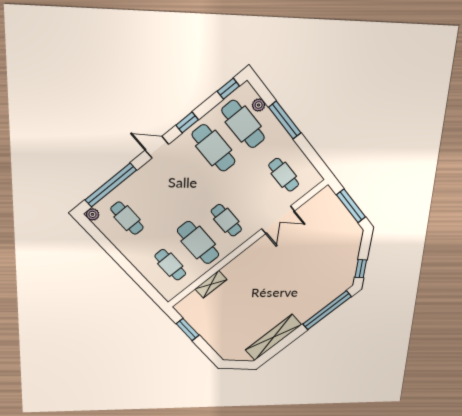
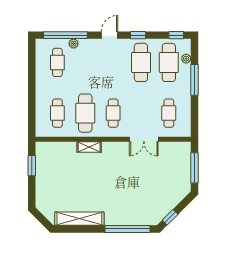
door: (157, 147) -> (110, 35), hinge flipped
plant: (93, 214) -> (73, 44), moved
shelving: (211, 284) -> (89, 147), moved

